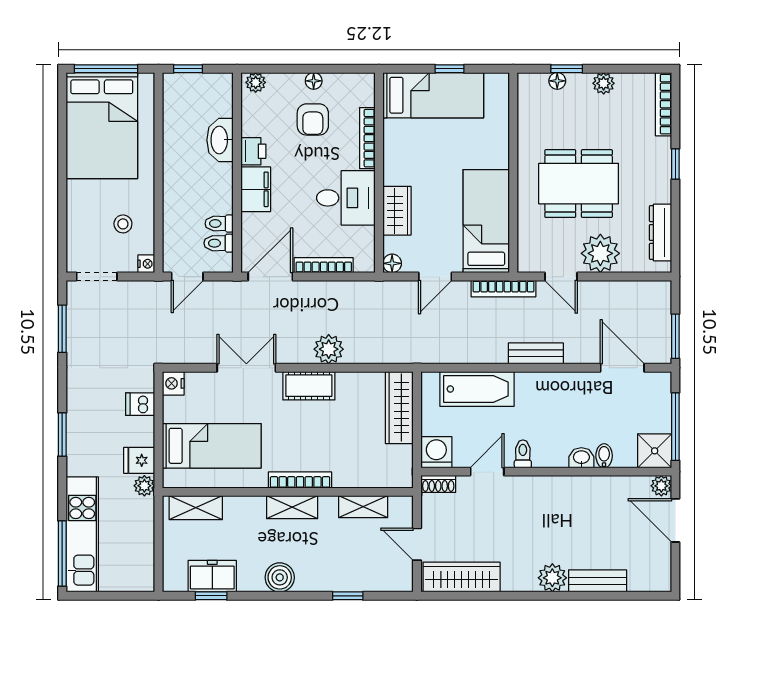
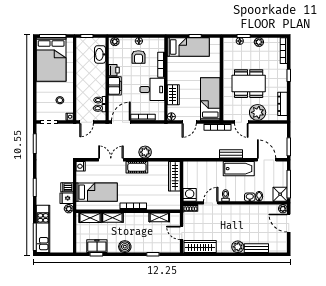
washbasin: (220, 140) -> (100, 54), moved
bathtub: (477, 389) -> (239, 169), moved
dishwasher: (140, 404) -> (67, 187), moved
shelving: (292, 507) -> (112, 218), moved

